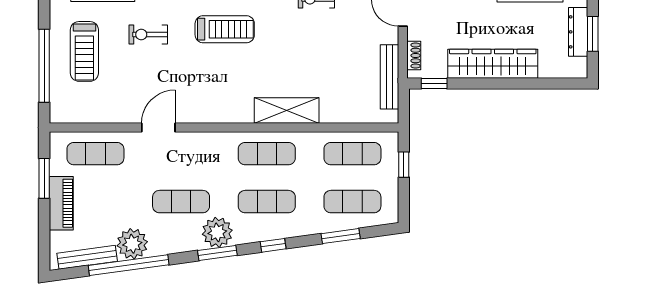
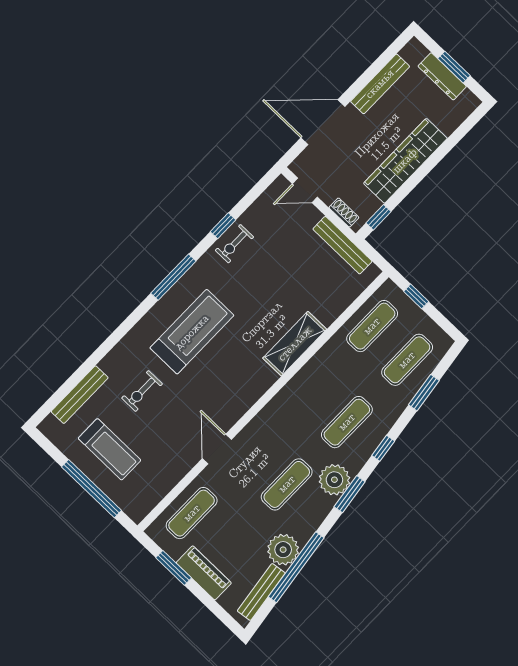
treadmill: (225, 29) -> (192, 332), width x1.37, depth x1.38
exercise mat: (267, 154) -> (312, 388), removed

